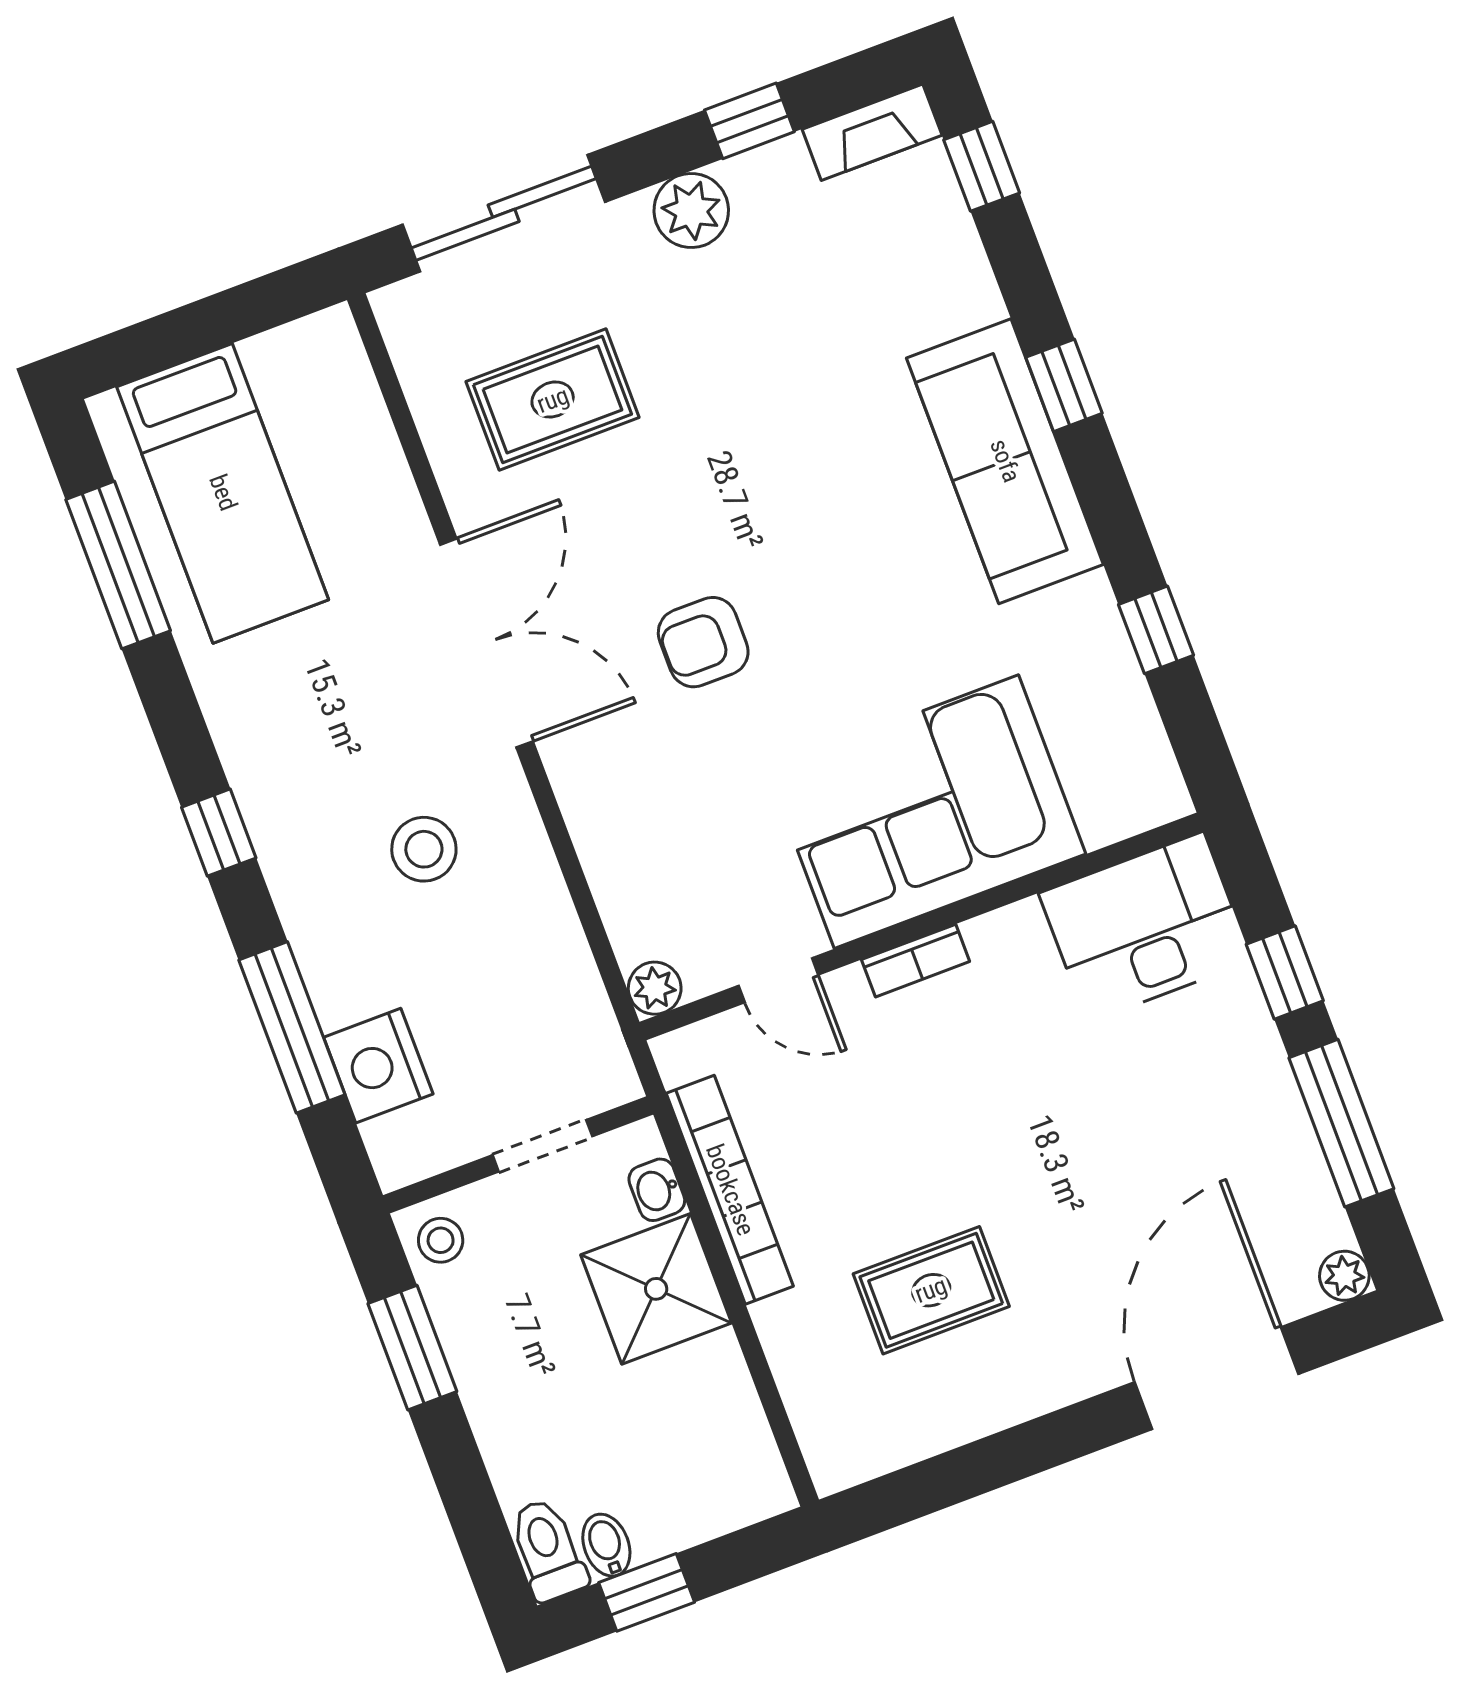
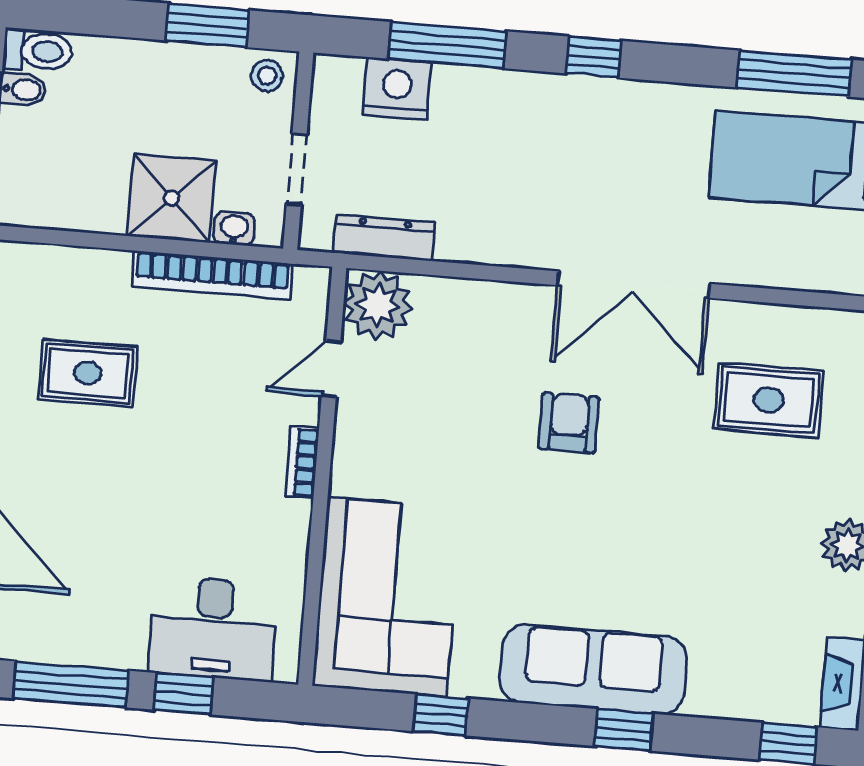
rug: (553, 400) -> (769, 400), turned 90
corner sofa: (926, 812) -> (387, 597), moved
stool: (424, 849) -> (521, 183), removed
desk: (1145, 927) -> (213, 629), moved, turned 90
plant: (655, 988) -> (378, 305), width x1.88, depth x1.88
dresser: (578, 992) -> (384, 238), added
rug: (931, 1290) -> (88, 373), turned 90

